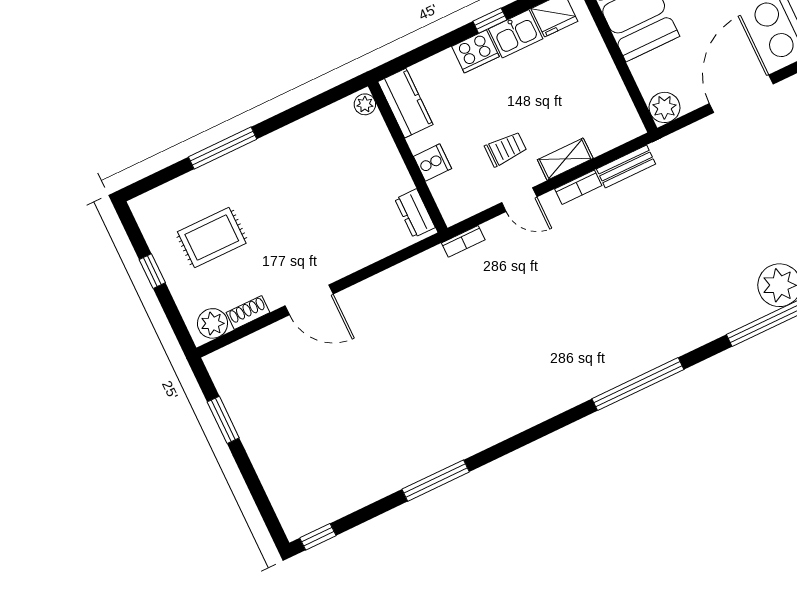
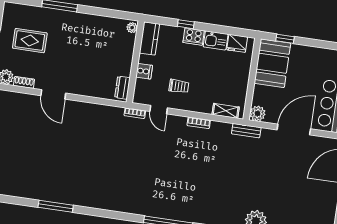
window: (490, 21) -> (186, 24), moved
shelving: (565, 159) -> (226, 111), moved
bench: (626, 166) -> (246, 131), moved
door: (519, 200) -> (159, 110), moved

